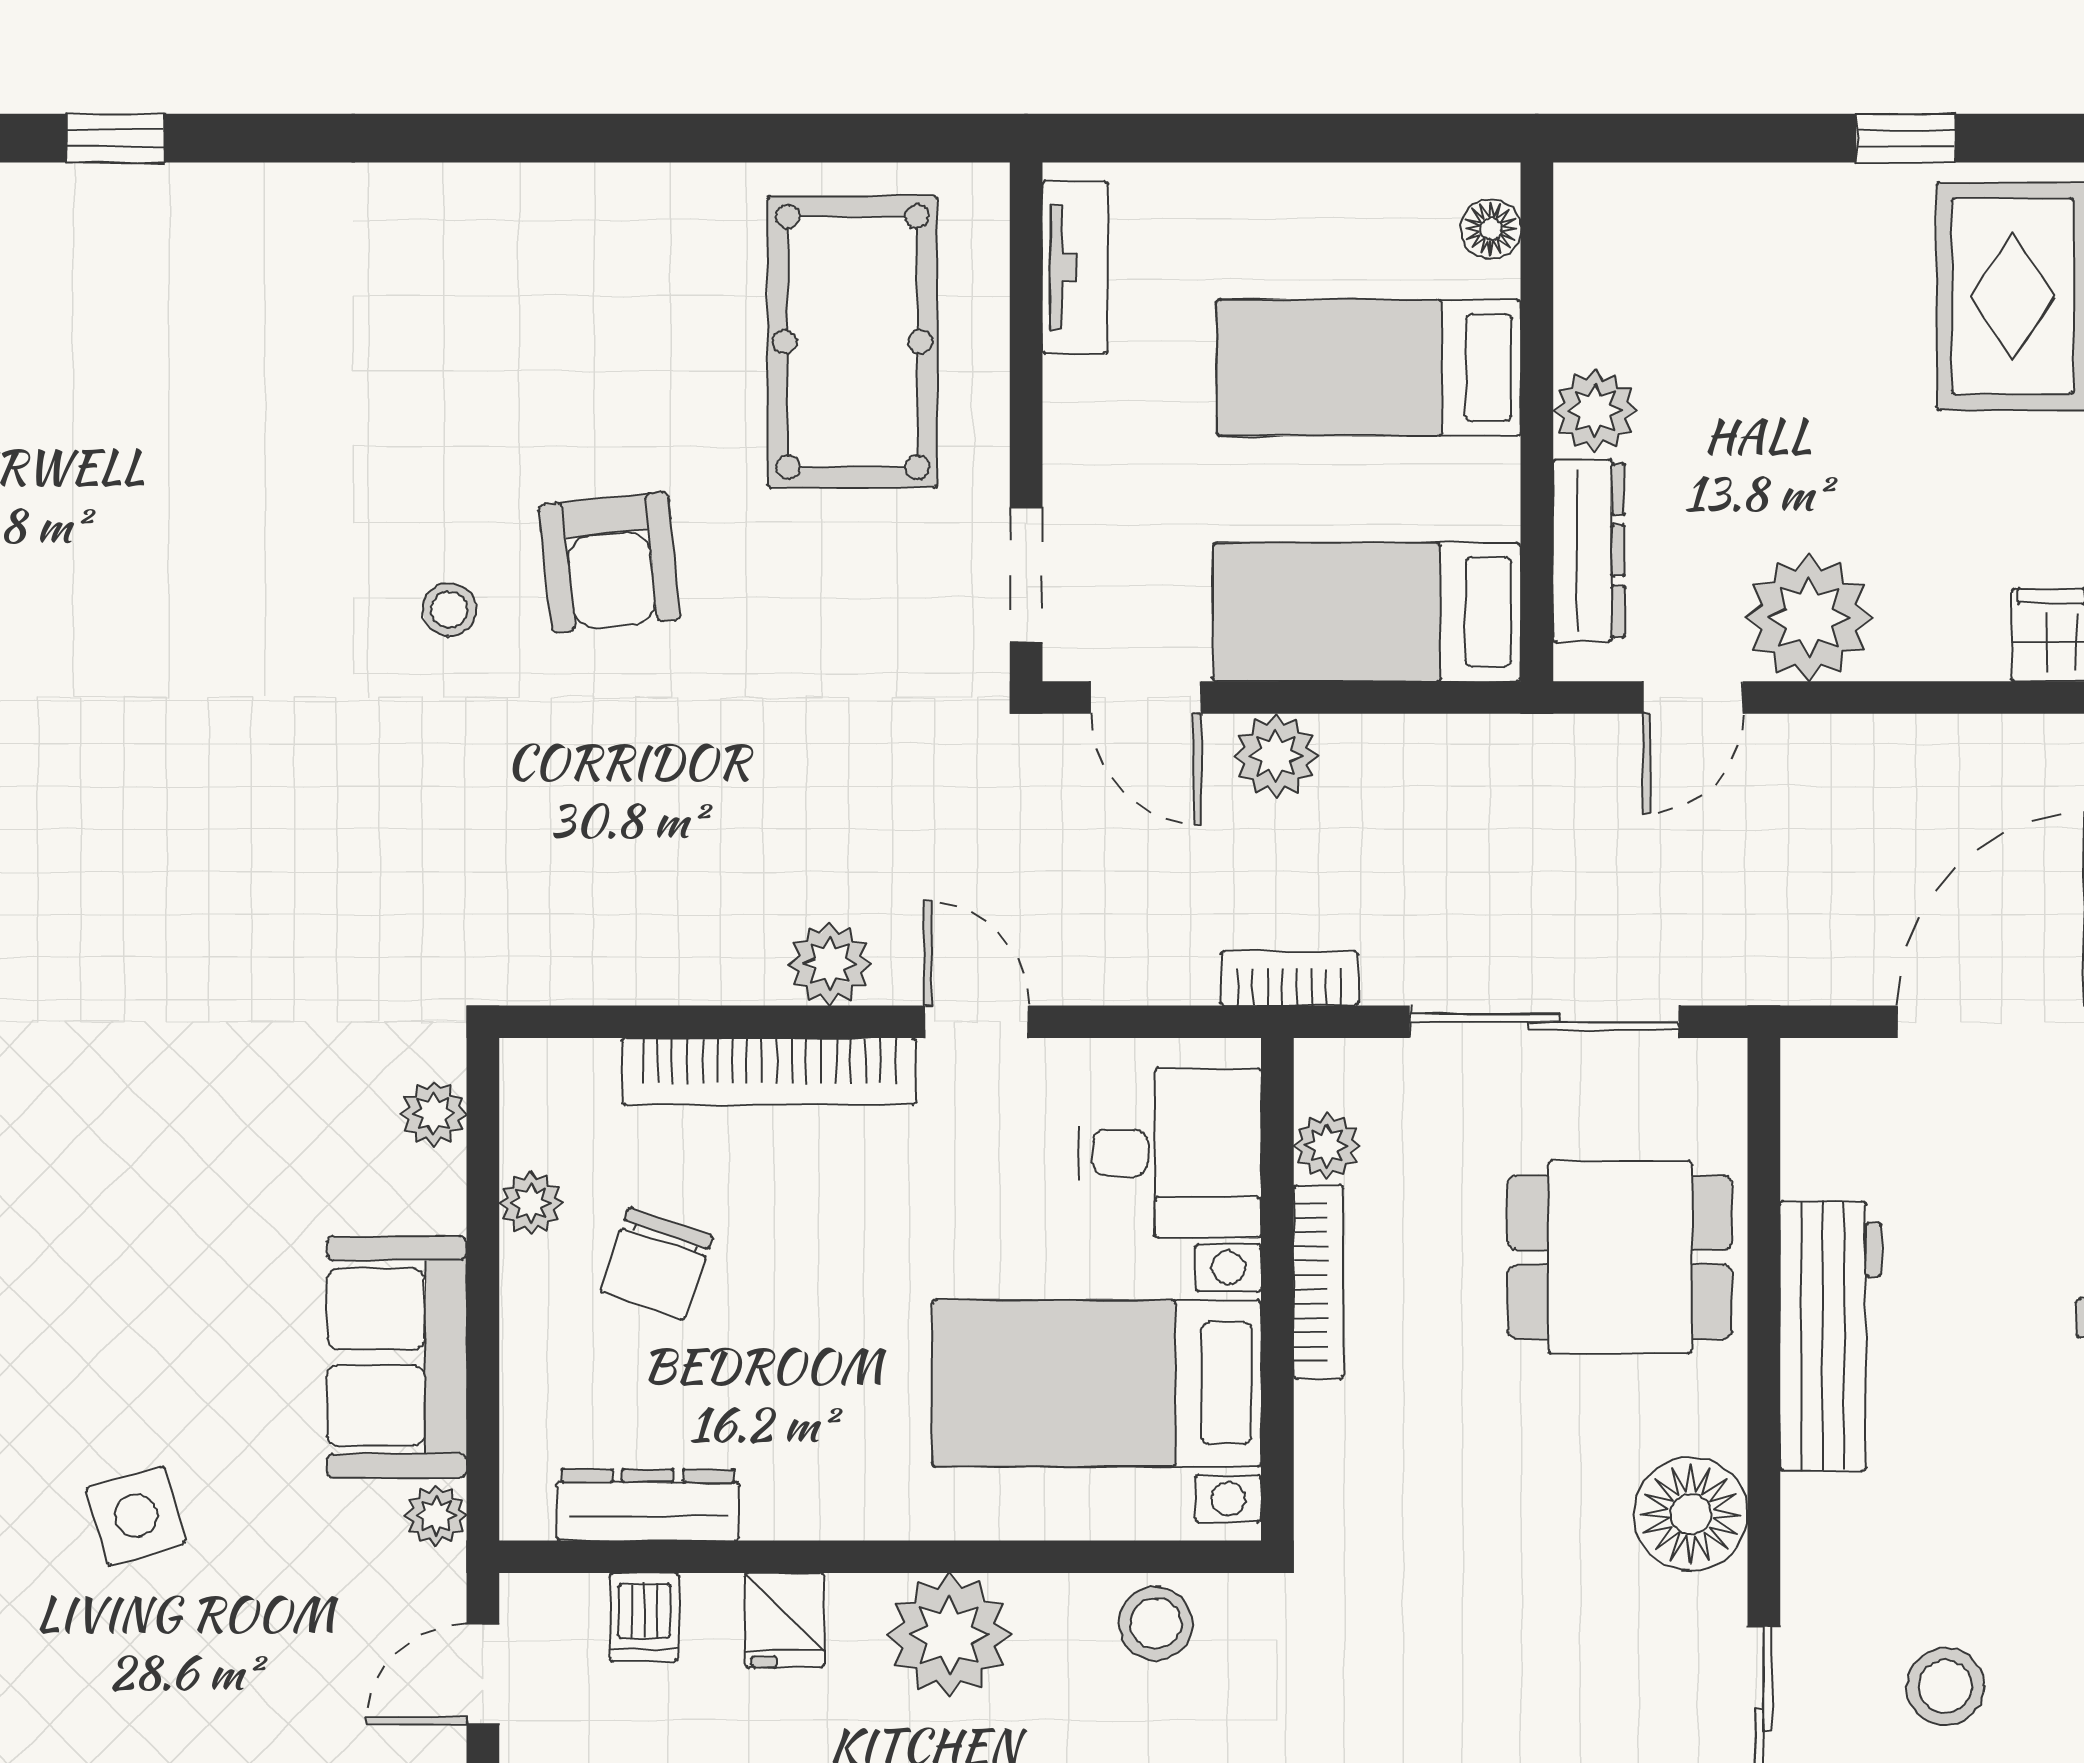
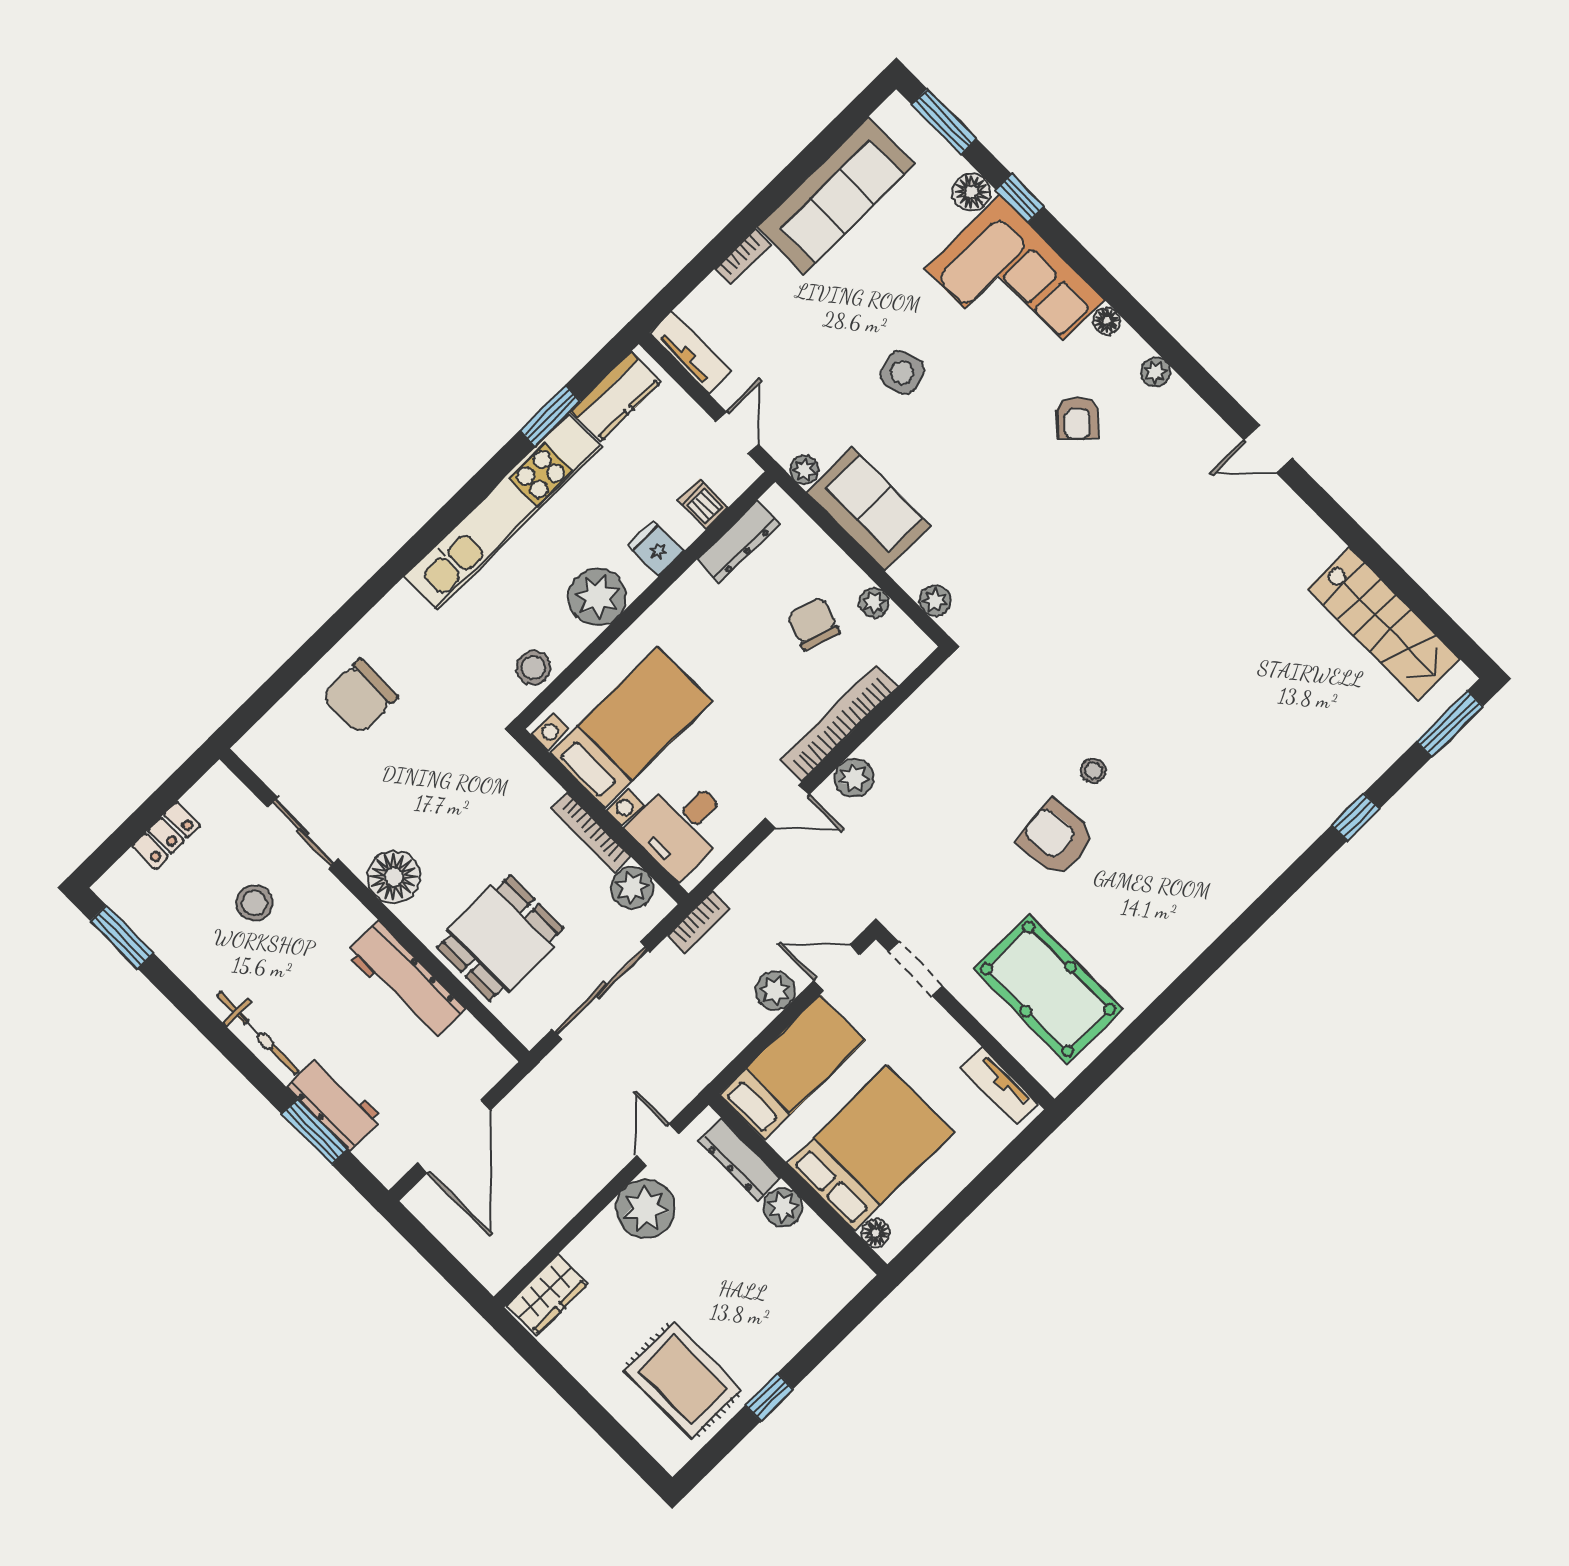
bed: (1369, 368) -> (871, 1148), width x1.50
plant: (1327, 1146) -> (632, 888), width x1.38, depth x1.38

